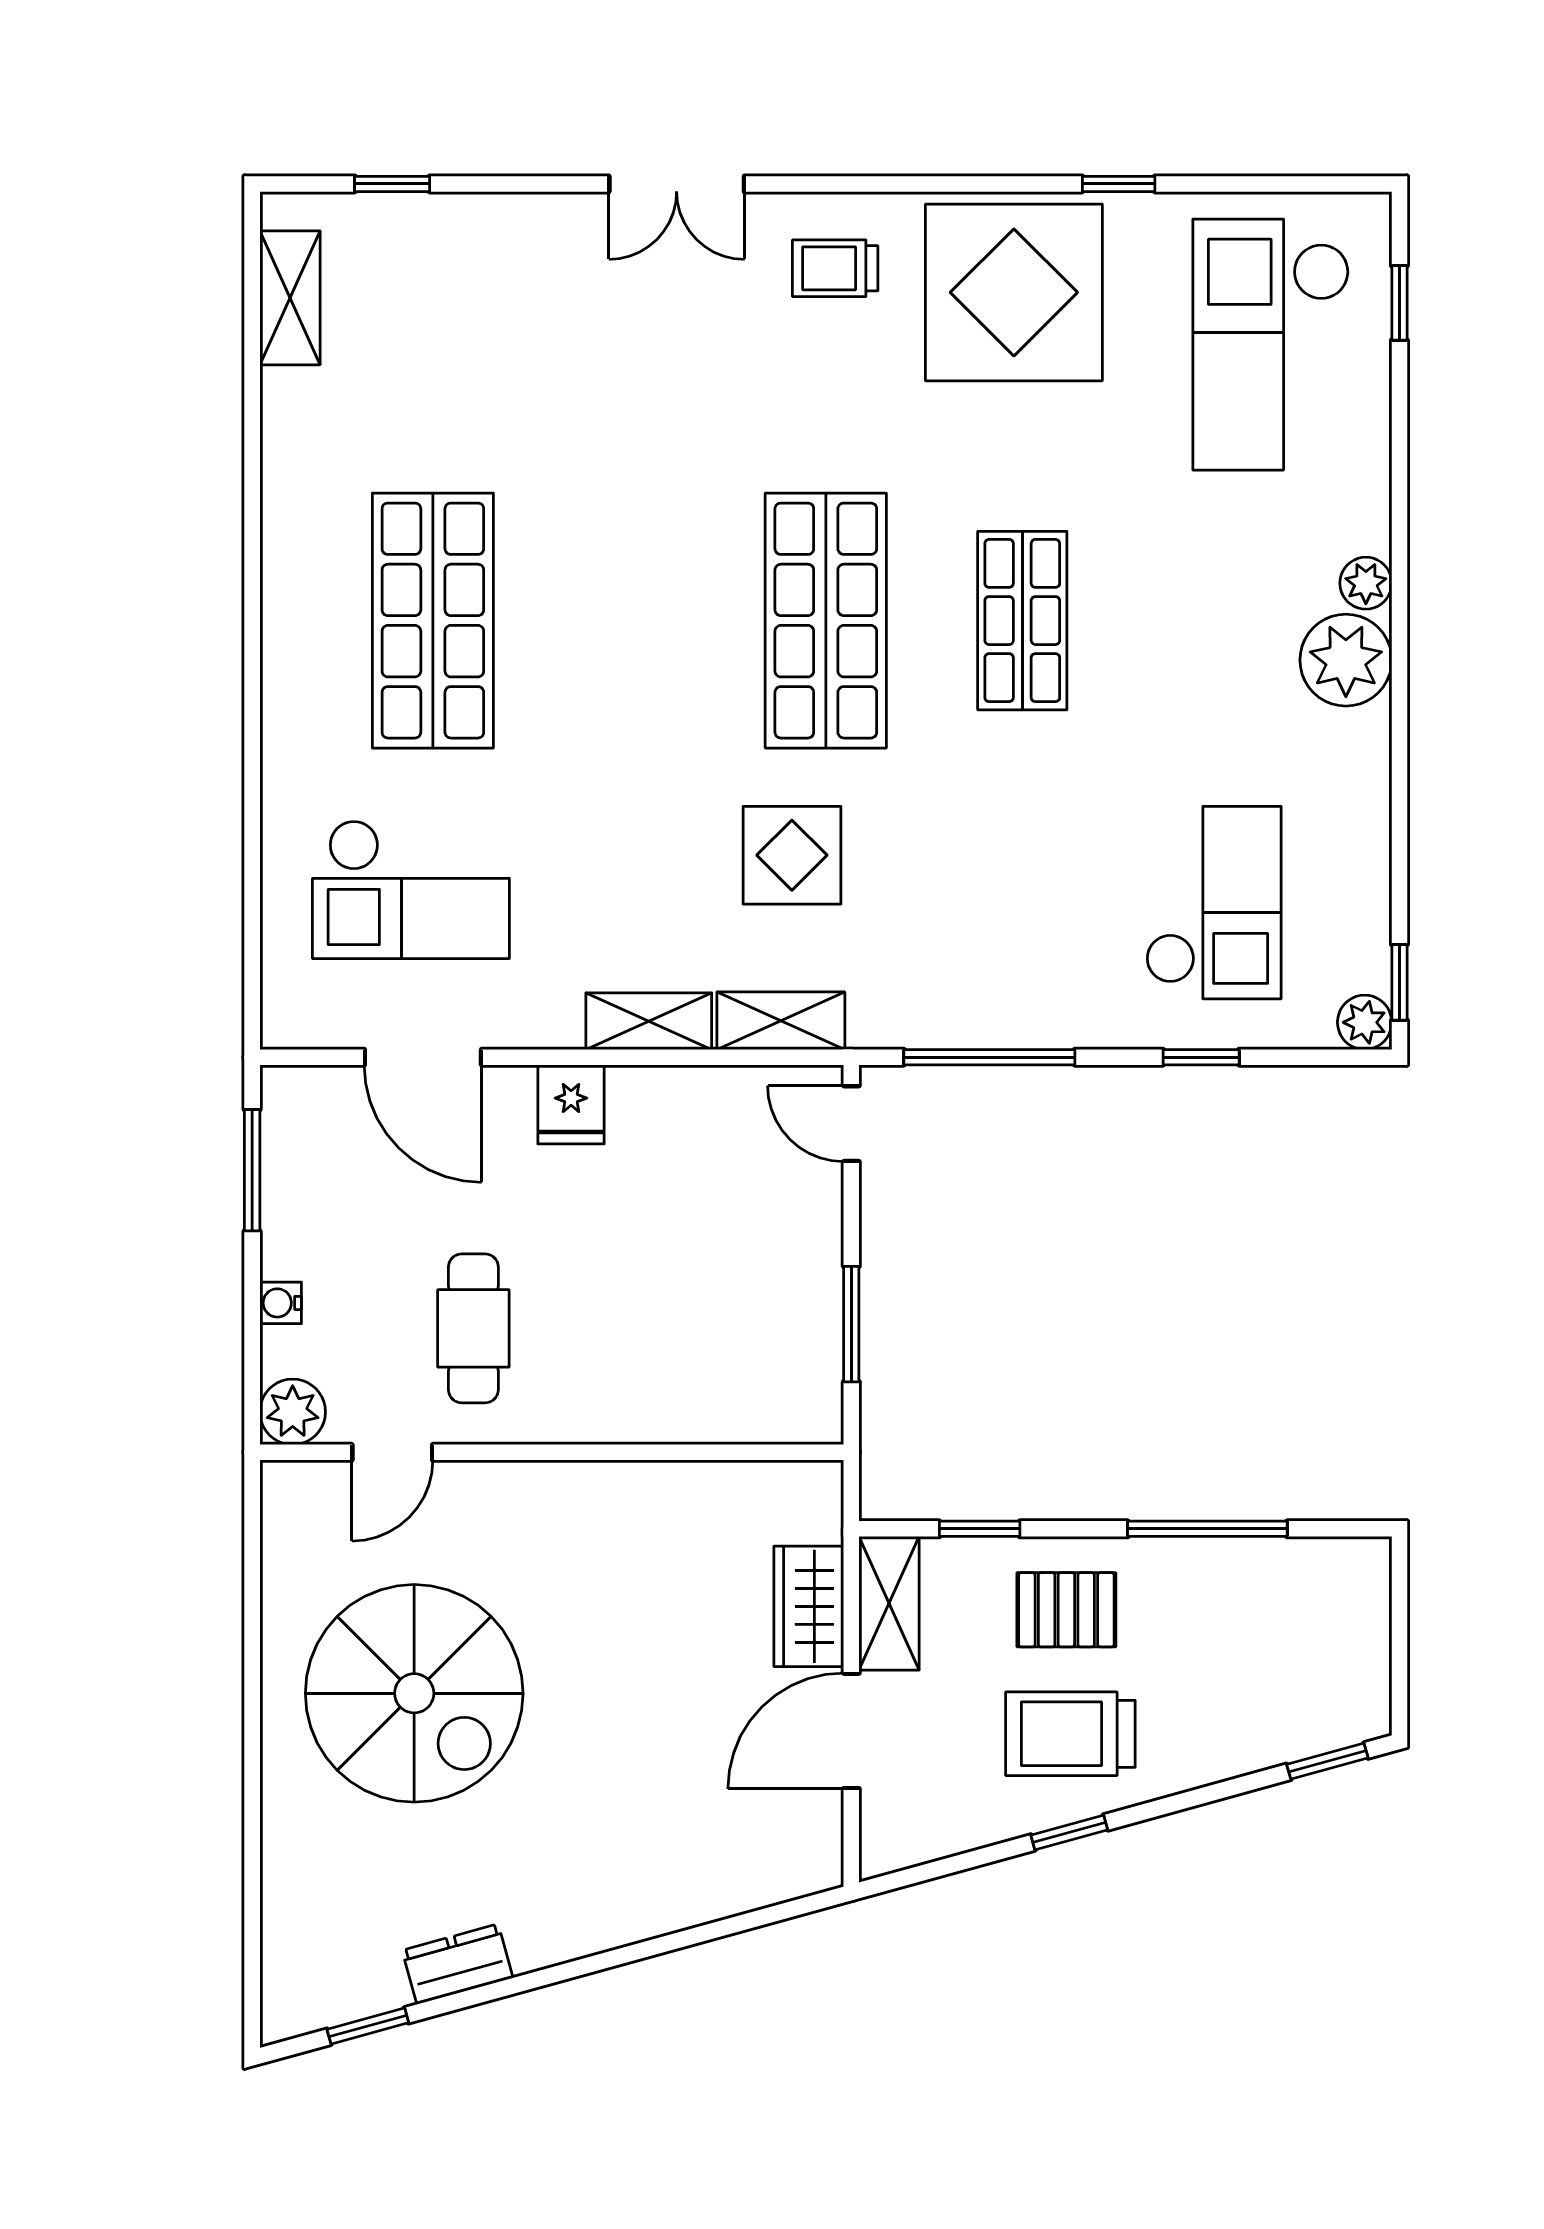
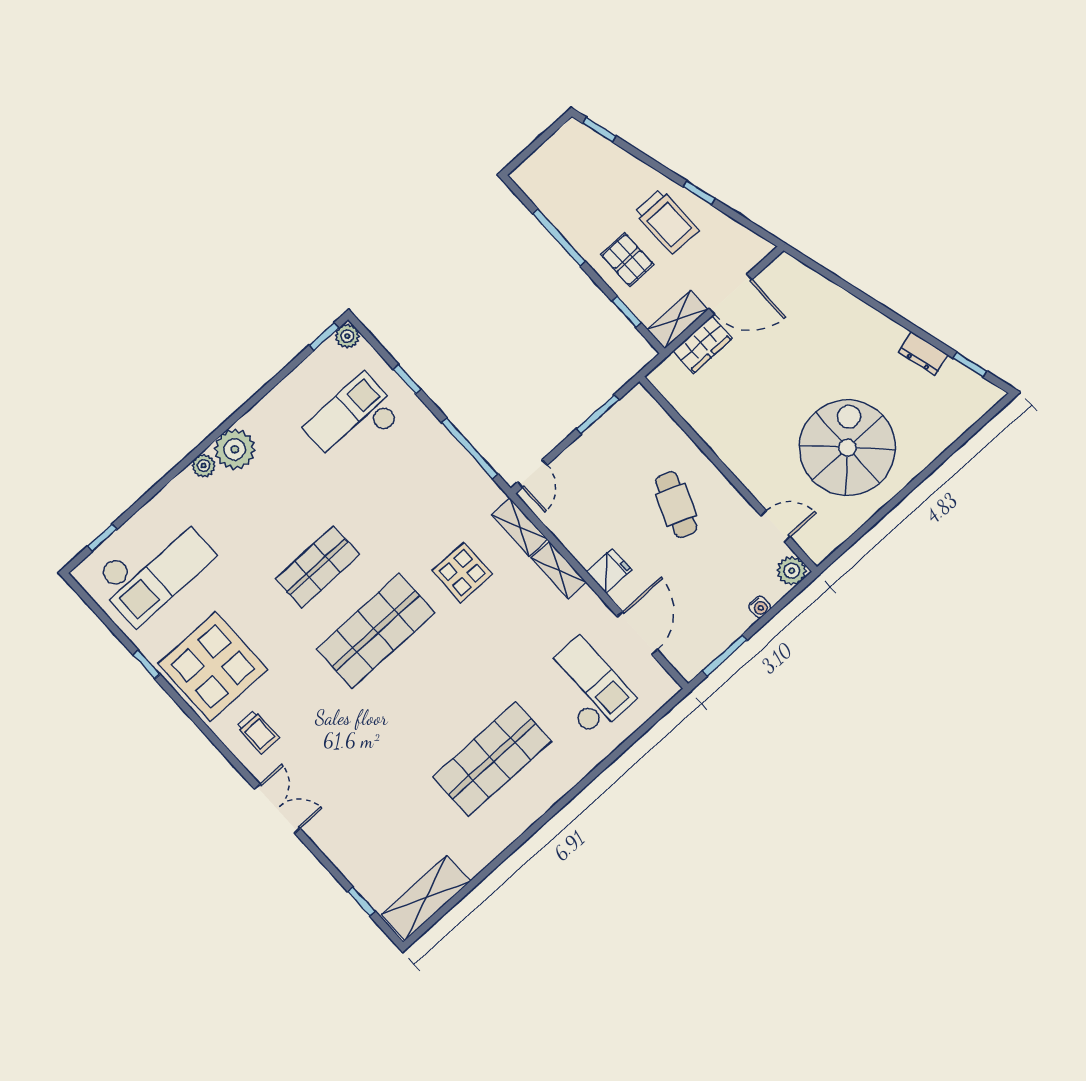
shelving: (290, 298) -> (426, 898), width x1.50, depth x1.33
cafe table: (473, 1328) -> (676, 505), moved, turned -69

